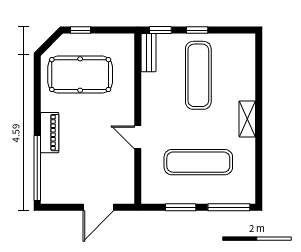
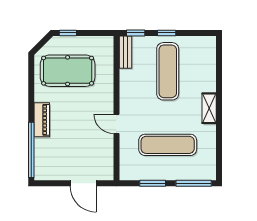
door: (98, 207) -> (83, 183), hinge flipped

